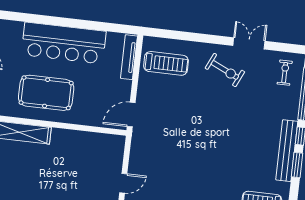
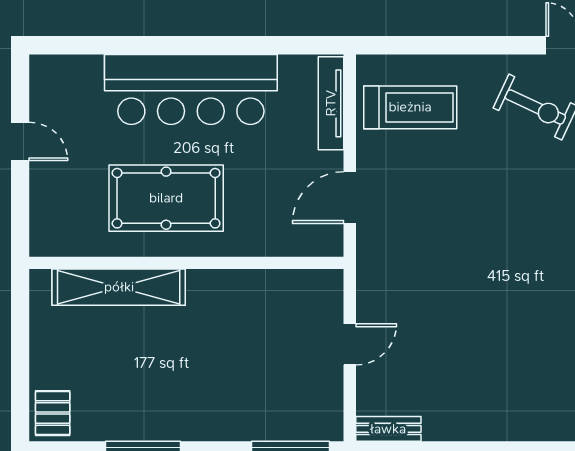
door: (131, 115) -> (350, 198), moved
door: (123, 183) -> (350, 344), moved

